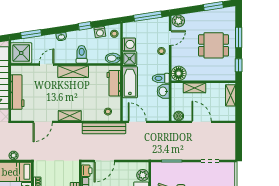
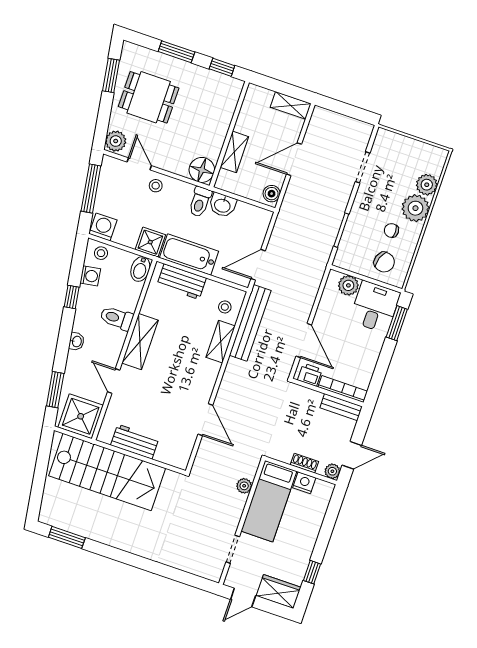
washing machine: (129, 44) -> (103, 227), moved
dining table: (214, 45) -> (149, 97), moved, turned 90
workbench: (17, 92) -> (135, 442), width x0.73
shelving: (230, 95) -> (291, 105), moved
shelving: (70, 116) -> (221, 342), moved

